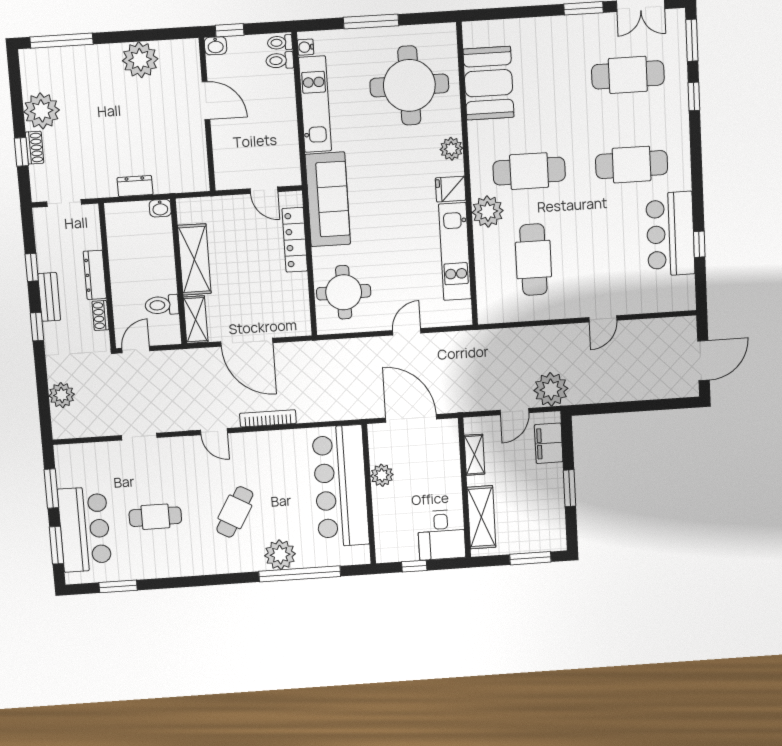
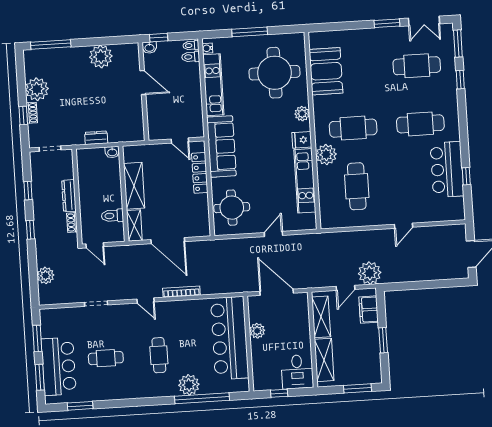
bench: (49, 297) -> (39, 210), removed
door: (136, 350) -> (95, 245), swing flipped
shelving: (474, 455) -> (321, 317), width x1.50, depth x1.33
cafe table: (235, 512) -> (159, 355), turned -30

